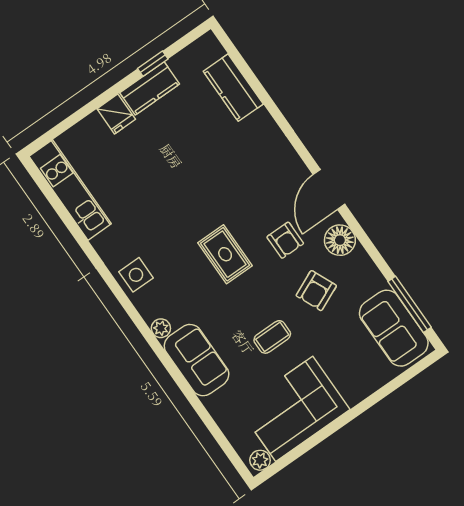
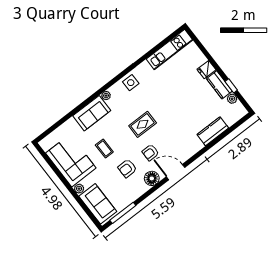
plant: (180, 63) -> (232, 99), added
kitchen counter: (233, 88) -> (213, 131), moved
armchair: (316, 291) -> (127, 168), turned -66
sofa: (394, 328) -> (98, 204), moved, turned 90
plant: (260, 460) -> (79, 189), moved

